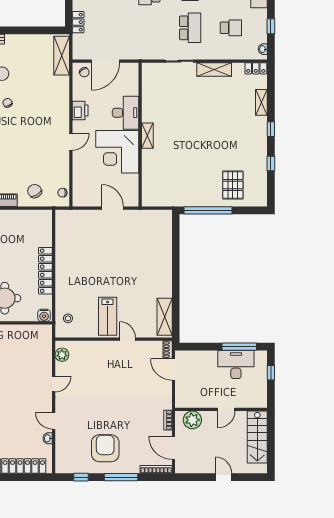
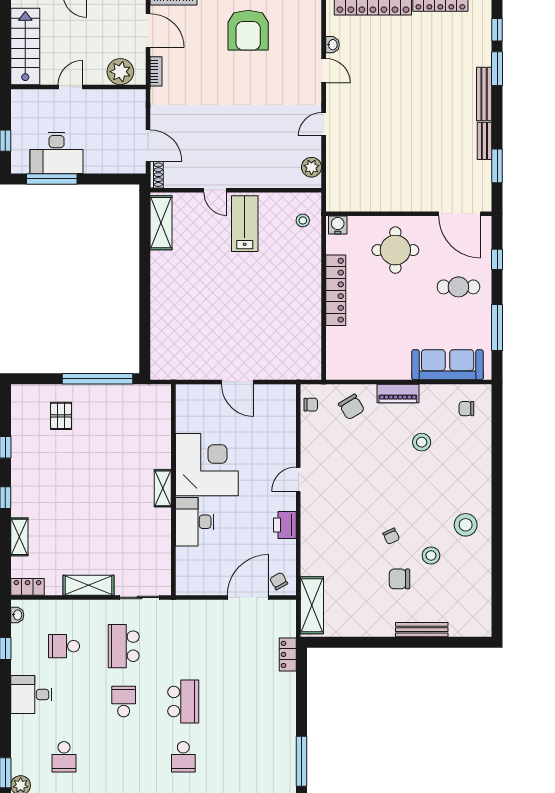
desk: (126, 113) -> (195, 522), moved
wall: (140, 135) -> (173, 490), moved
shelving: (147, 136) -> (163, 488), moved
corner desk: (117, 152) -> (207, 465), moved
pallet: (233, 185) -> (61, 416), width x0.67, depth x0.71

